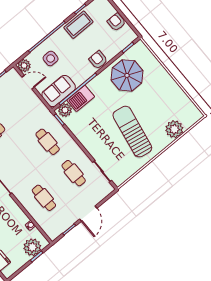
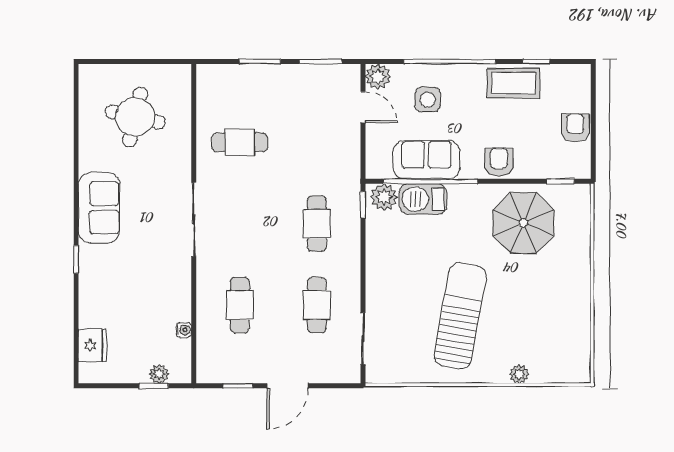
sofa: (59, 91) -> (426, 160), moved
plant: (174, 129) -> (519, 374), width x0.53, depth x0.53
plant: (32, 247) -> (159, 374), width x0.53, depth x0.53

